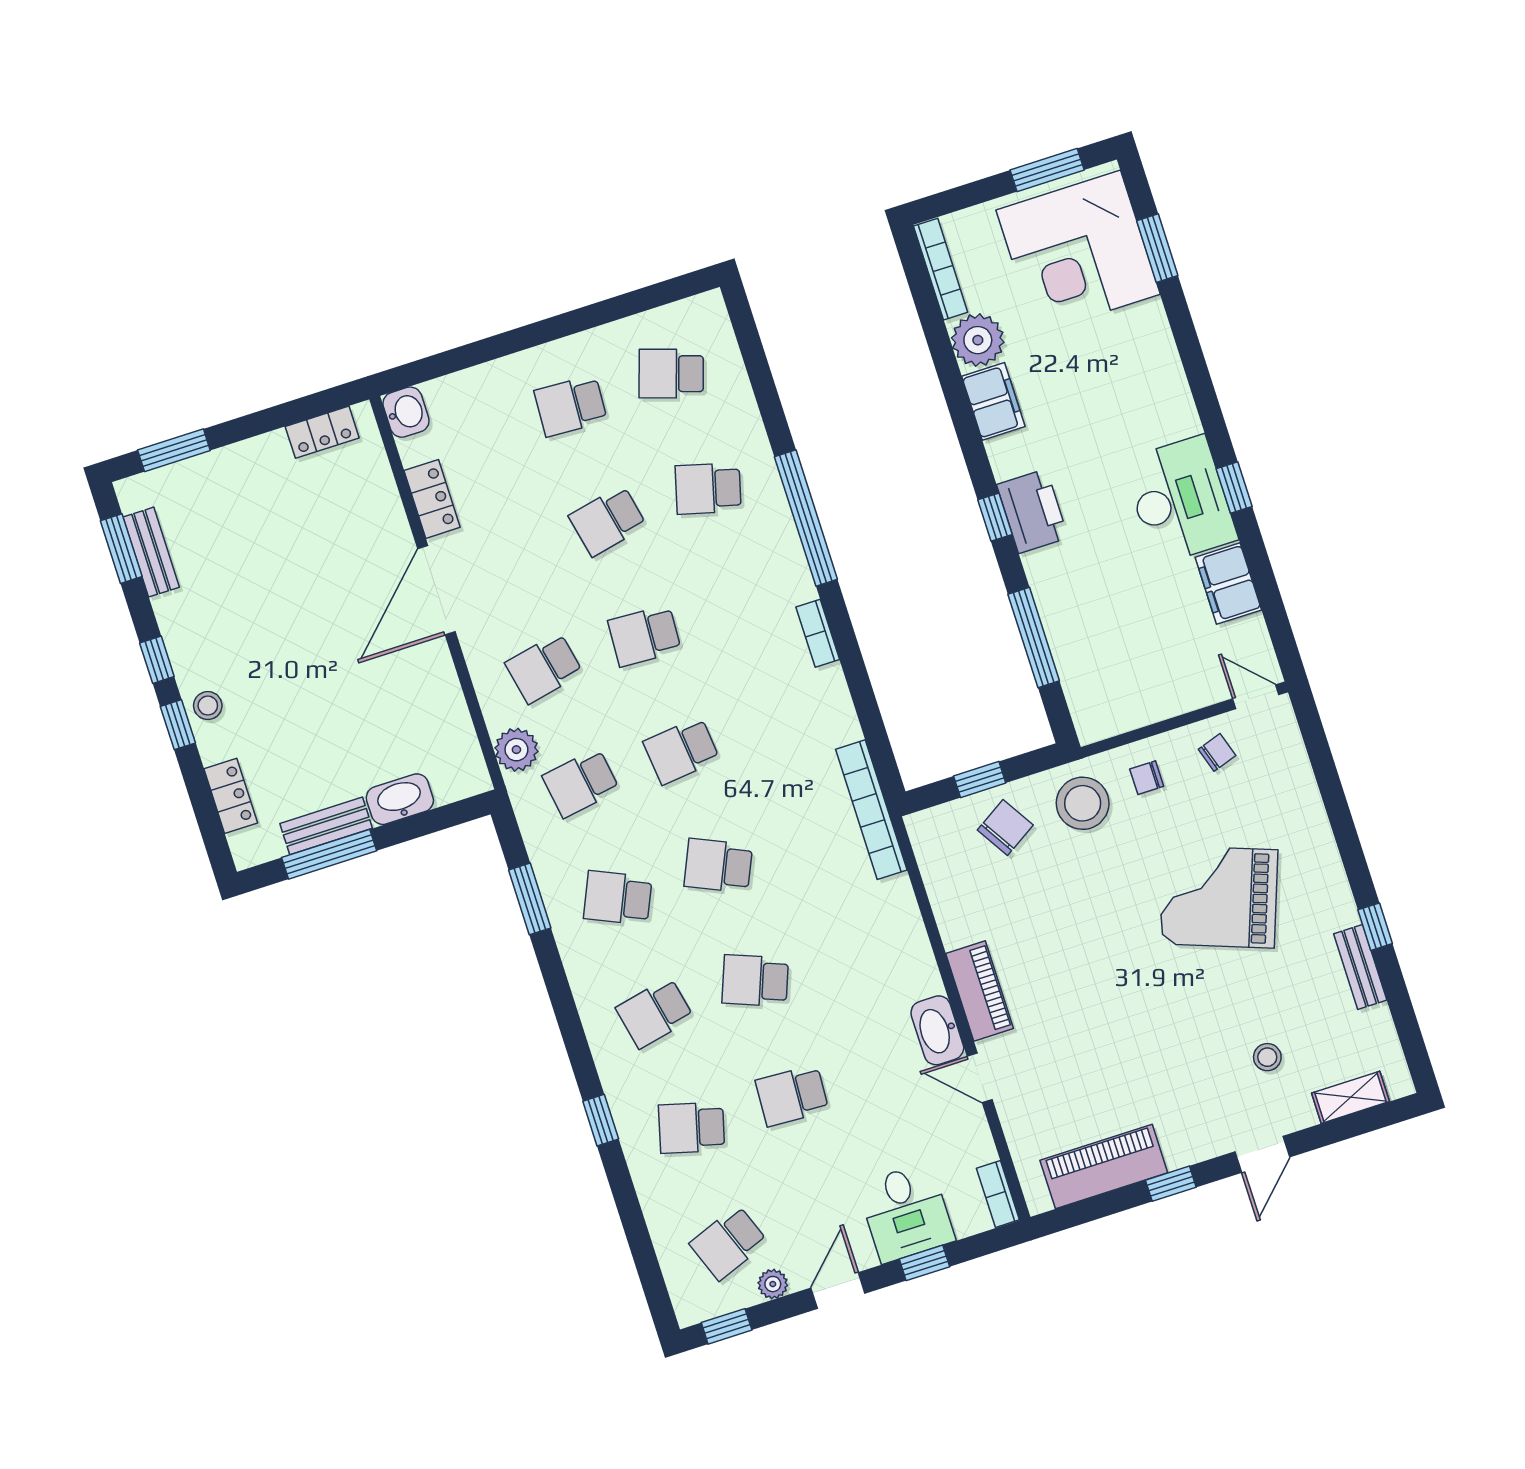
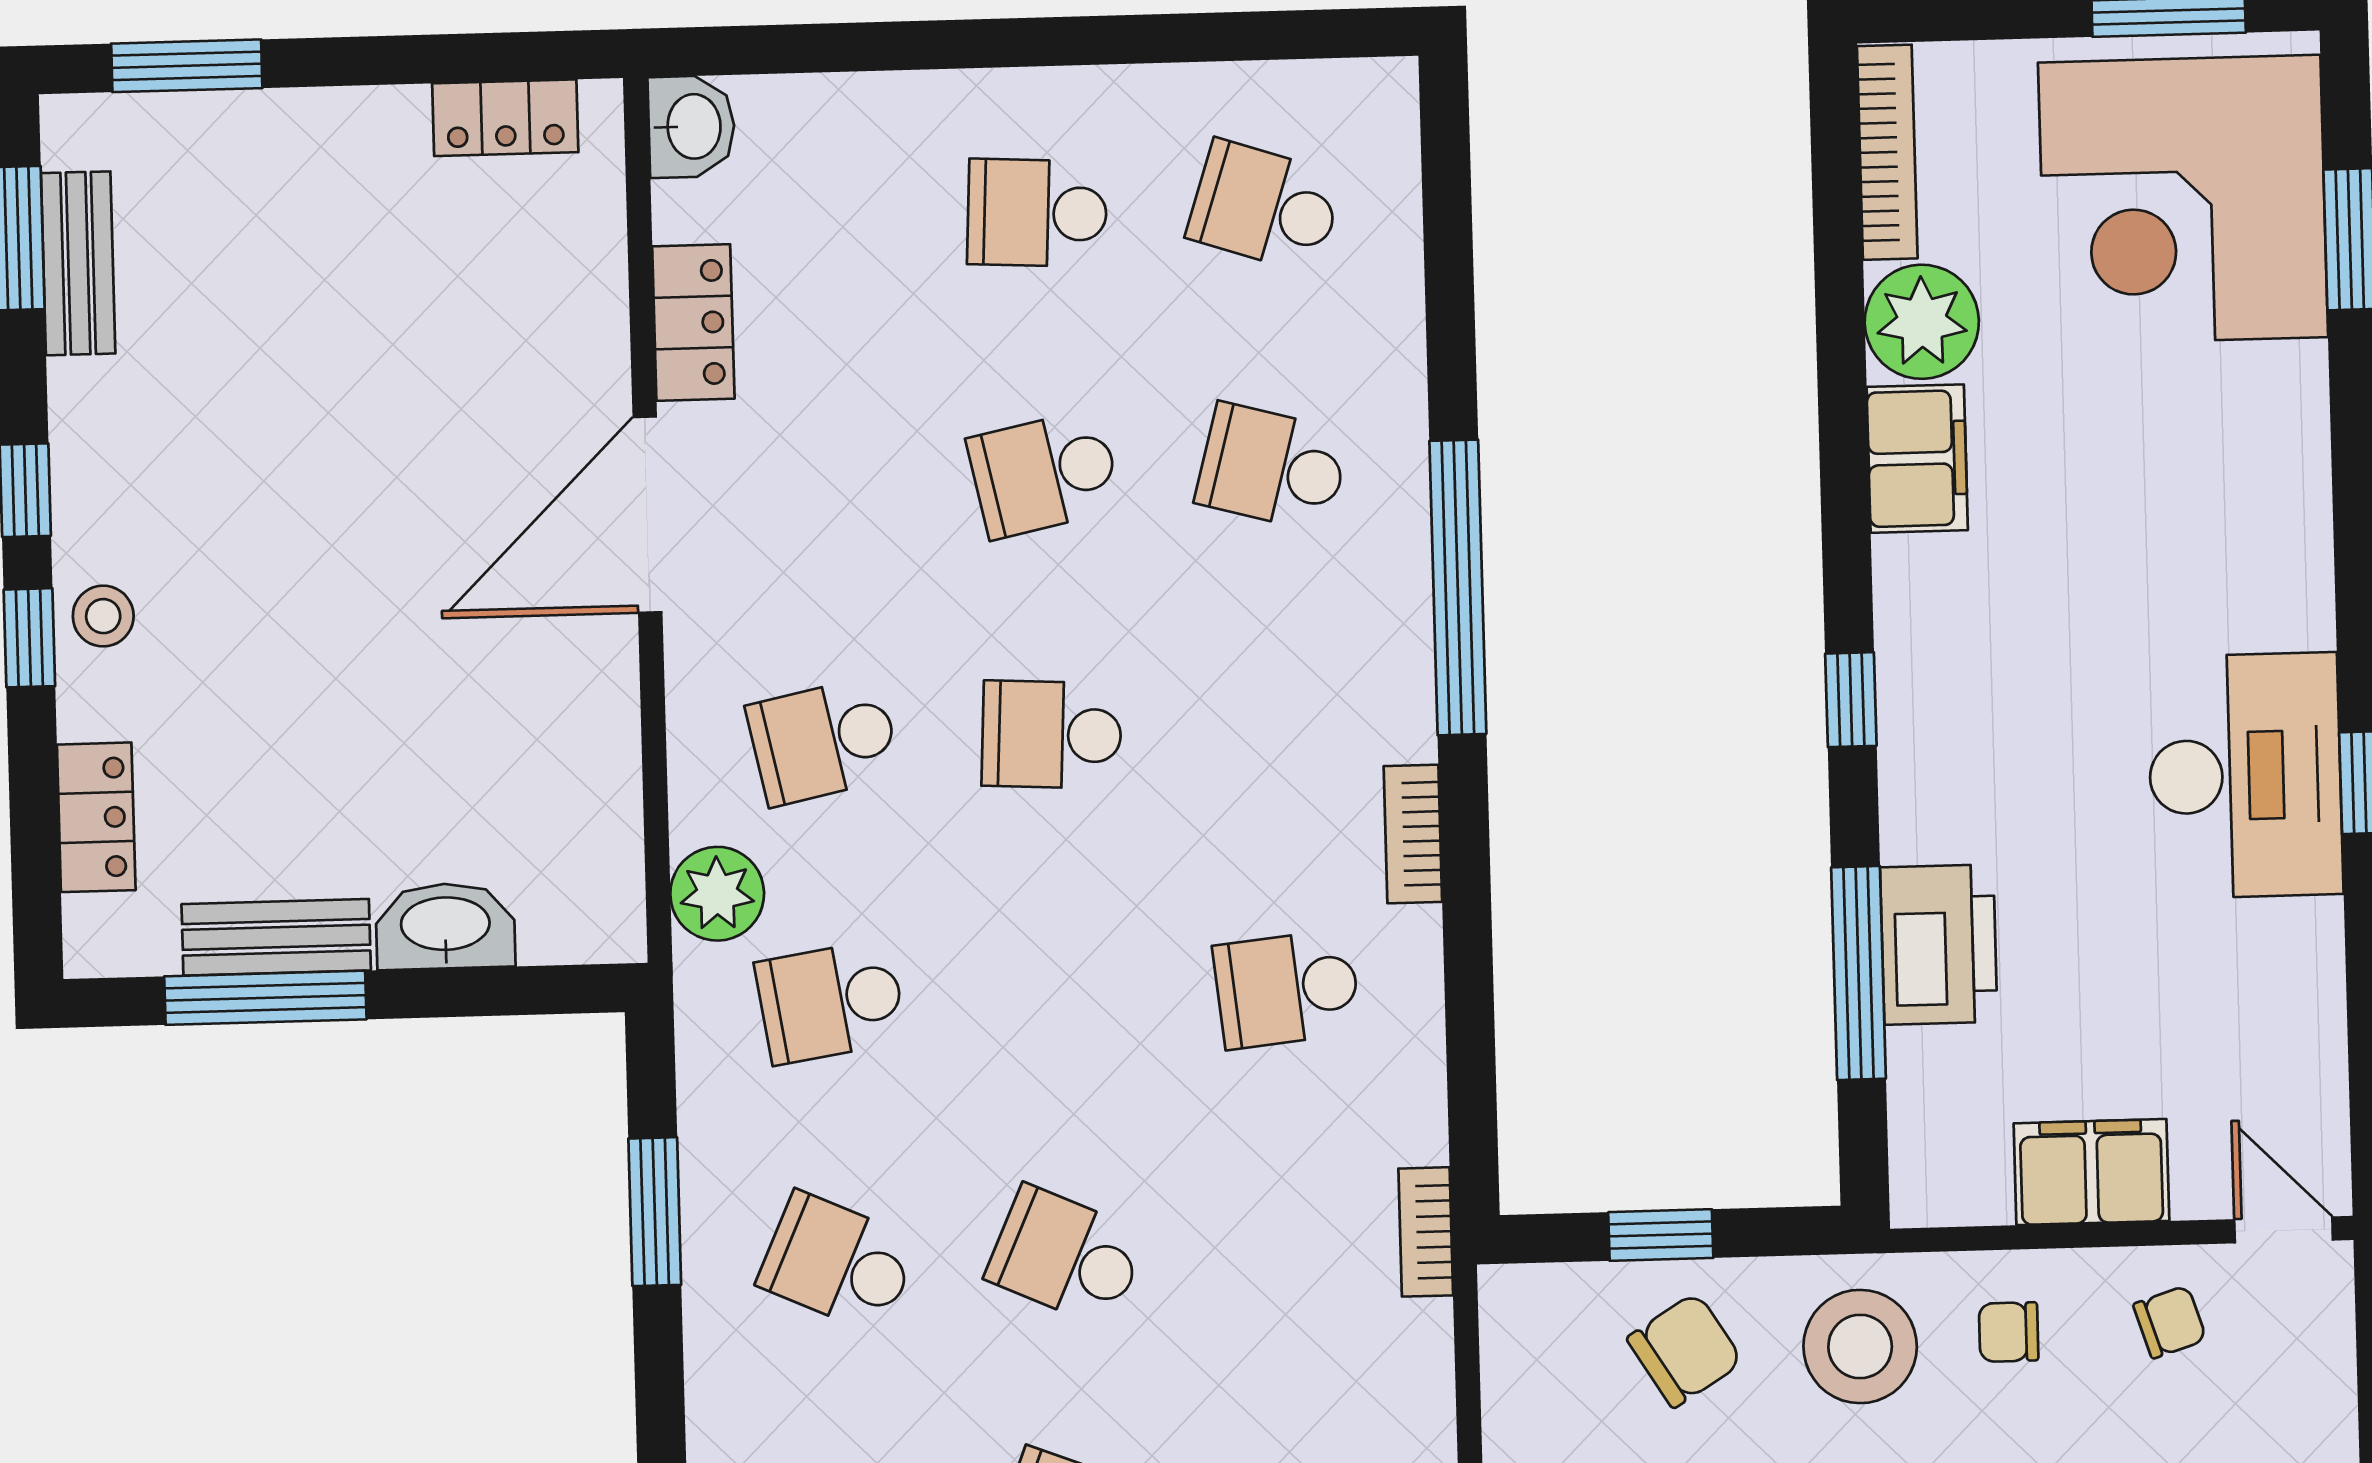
printer: (1032, 511) -> (1939, 945), moved
filing cabinet: (1228, 584) -> (2091, 1172), moved, turned 90
school desk: (681, 751) -> (1287, 989), moved
bookcase: (871, 810) -> (1426, 1232), width x0.43, depth x0.76

